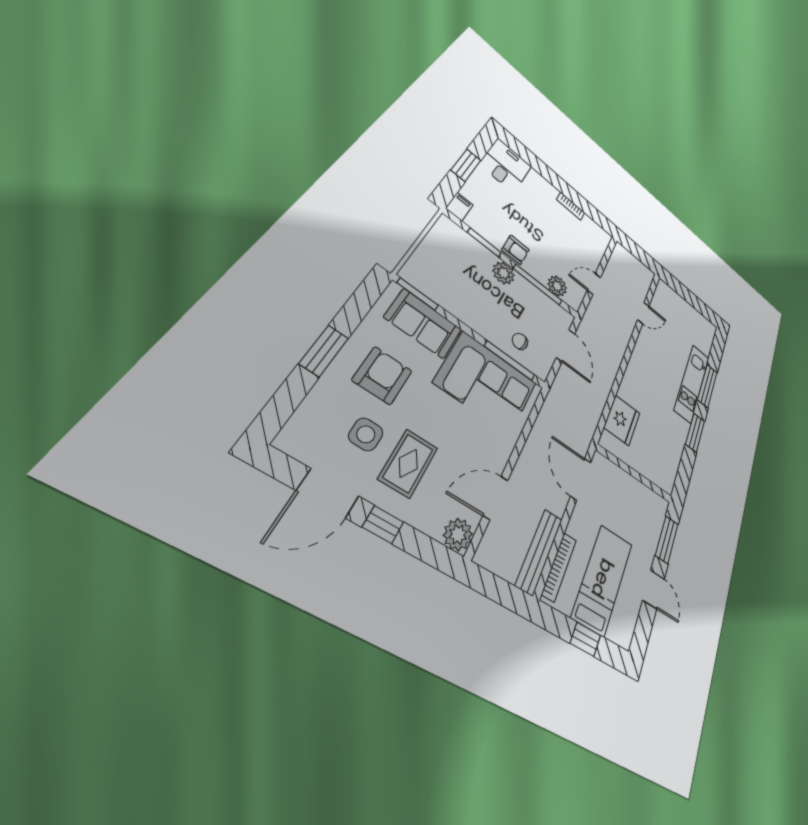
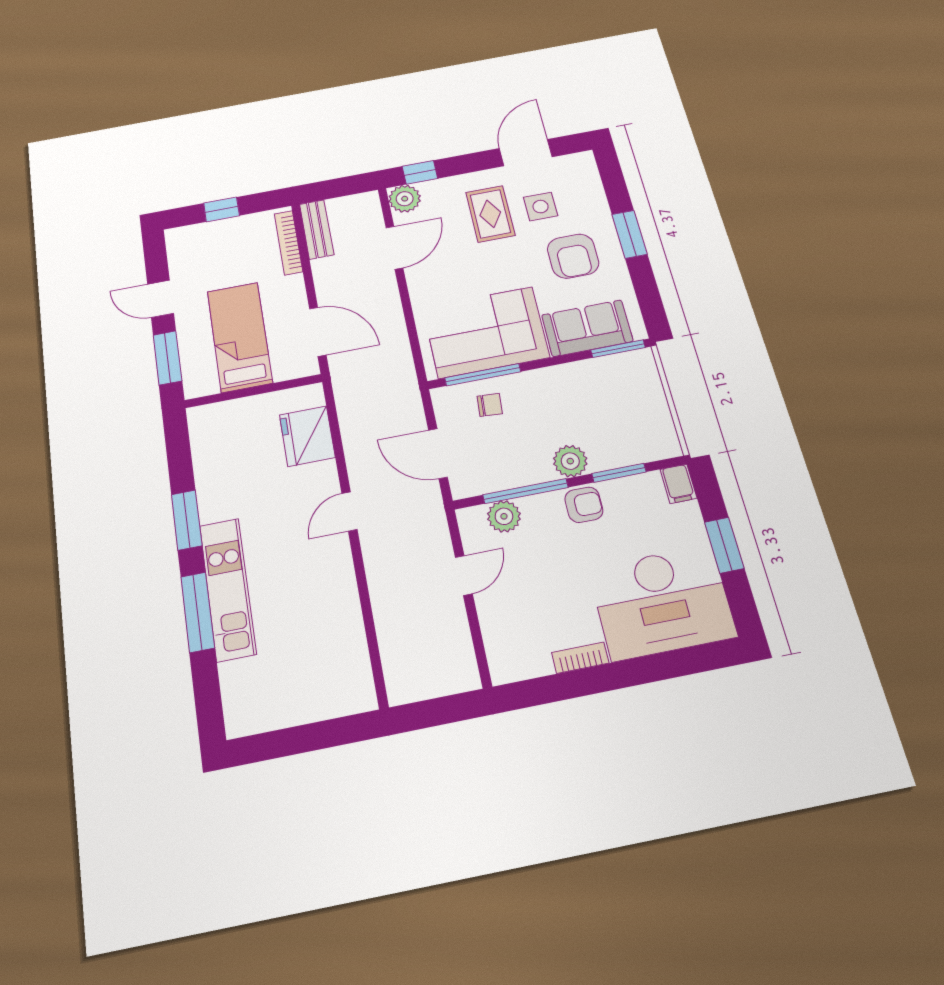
desk: (506, 165) -> (662, 602), width x1.87, depth x1.30
armchair: (516, 250) -> (584, 505), turned 180
door: (643, 313) -> (349, 511), moved
window: (383, 525) -> (420, 172), moved
bench: (539, 552) -> (317, 229), width x0.73
bed: (603, 579) -> (240, 337), moved, turned 180

